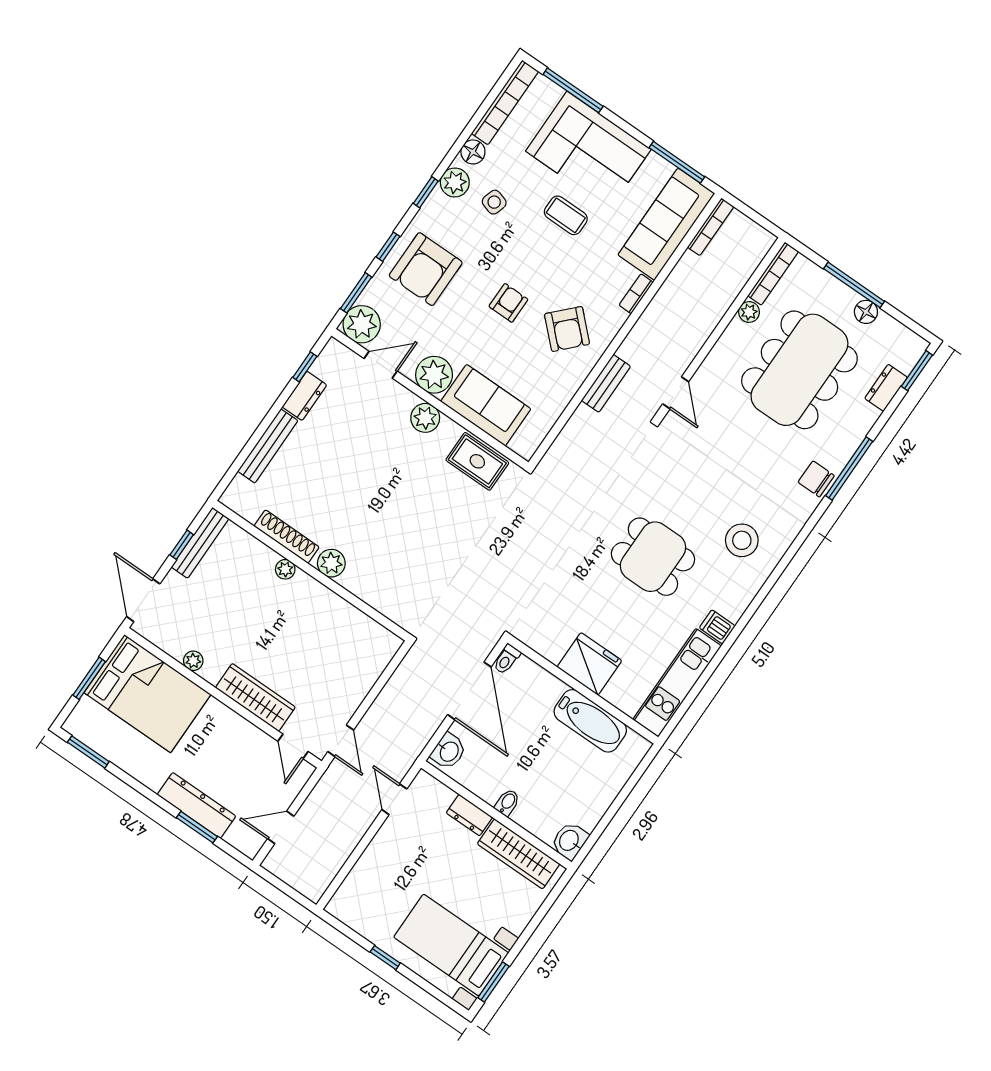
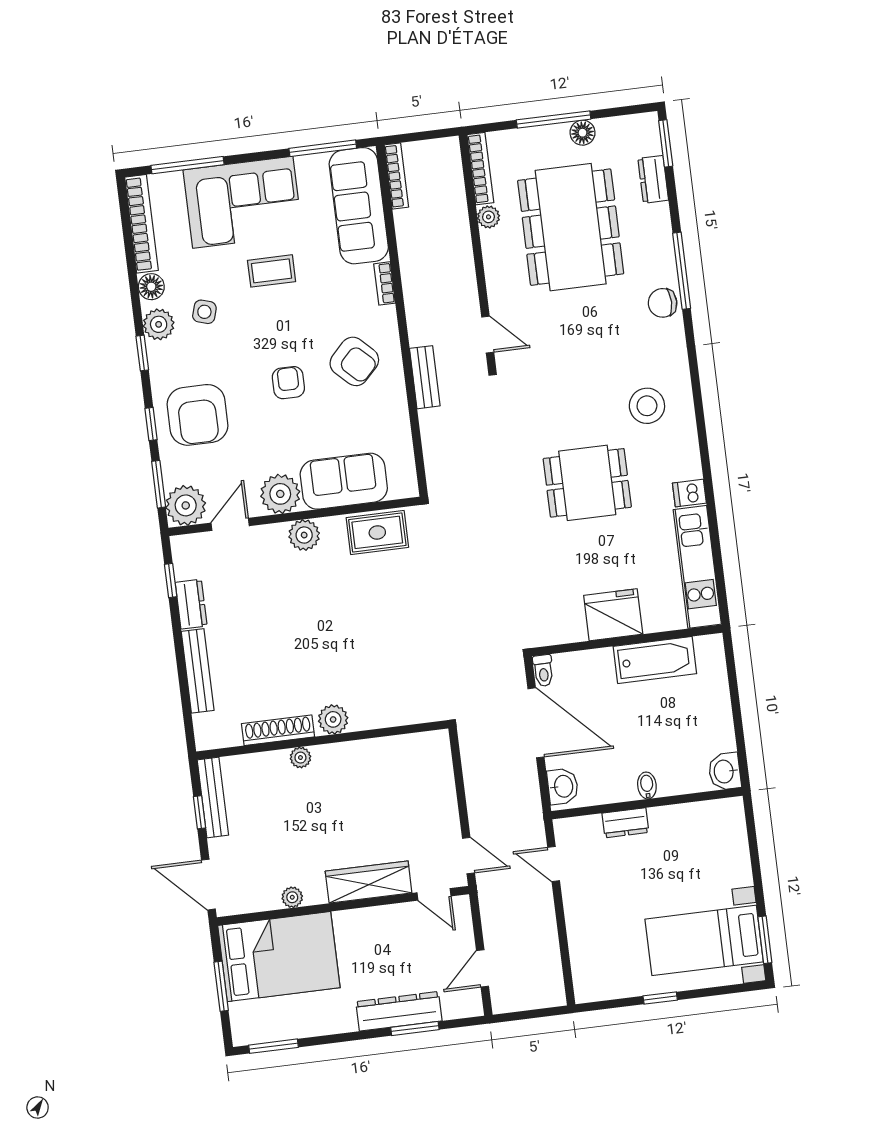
wardrobe: (519, 854) -> (693, 819), removed

